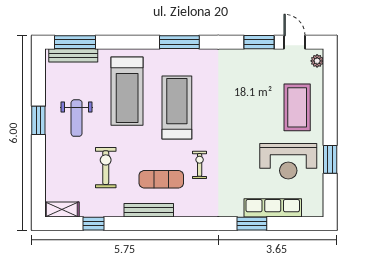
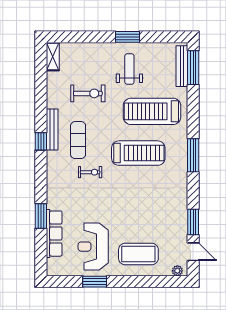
door: (294, 42) -> (193, 252), hinge flipped
weight bench: (77, 118) -> (129, 69), turned 90
window: (94, 224) -> (41, 141), moved

